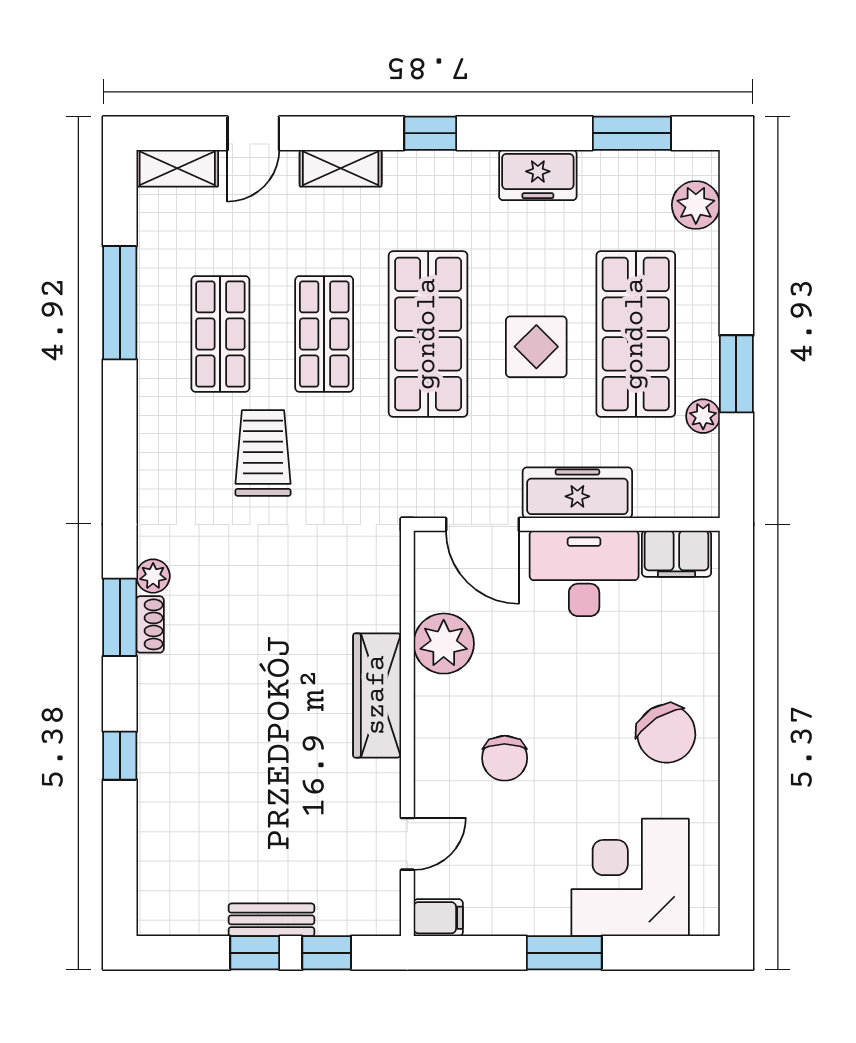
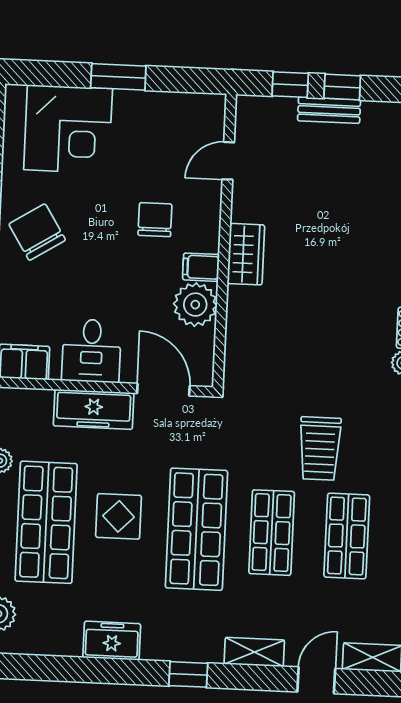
window: (632, 133) -> (42, 668), removed
desk: (584, 573) -> (91, 351), width x0.73
wardrobe: (377, 695) -> (246, 254), width x0.67
filing cabinet: (438, 918) -> (201, 267), moved

